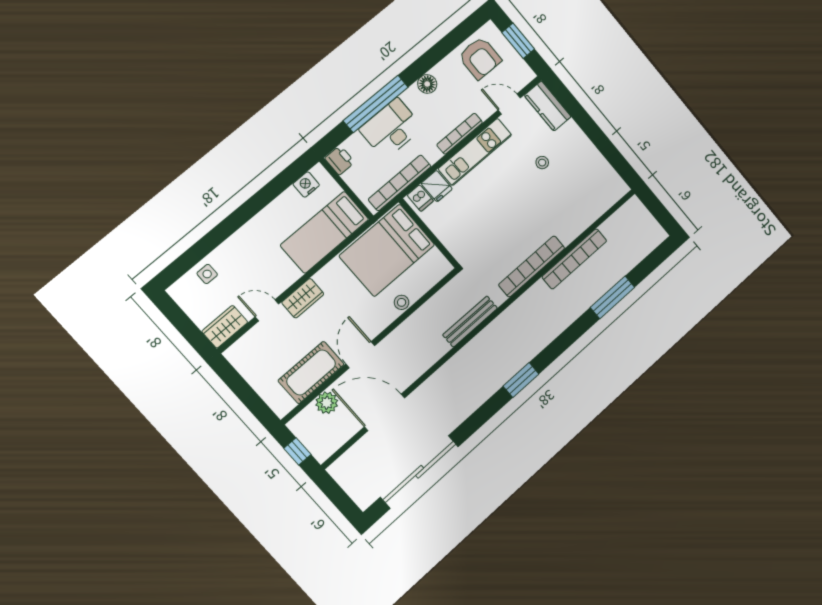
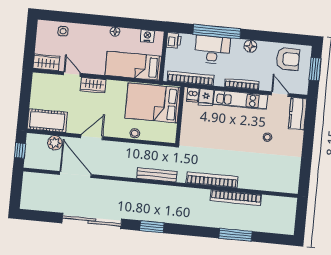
armchair: (480, 58) -> (288, 59), turned -90
floor lamp: (266, 216) -> (115, 32), added
cot: (311, 372) -> (47, 121), moved
sliding door: (420, 472) -> (92, 221), moved

